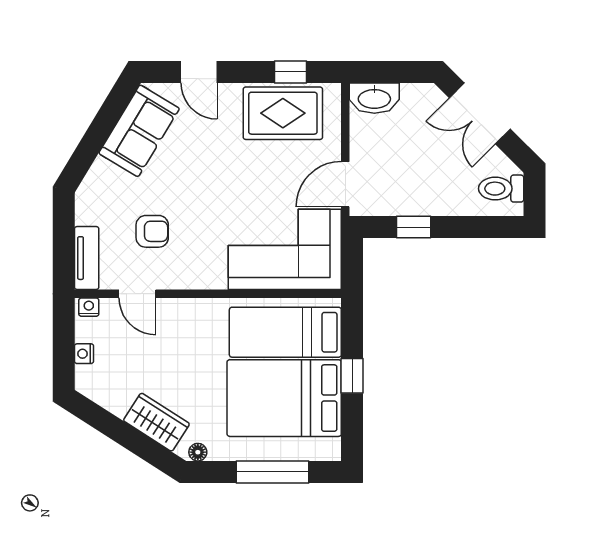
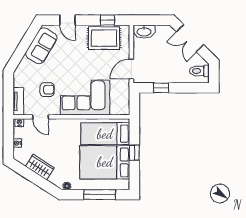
corner sofa: (285, 249) -> (85, 97), moved
wardrobe: (156, 422) -> (40, 167), moved

